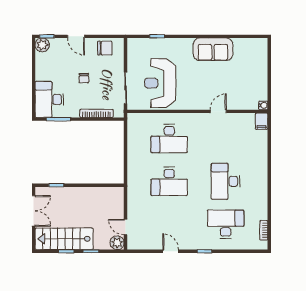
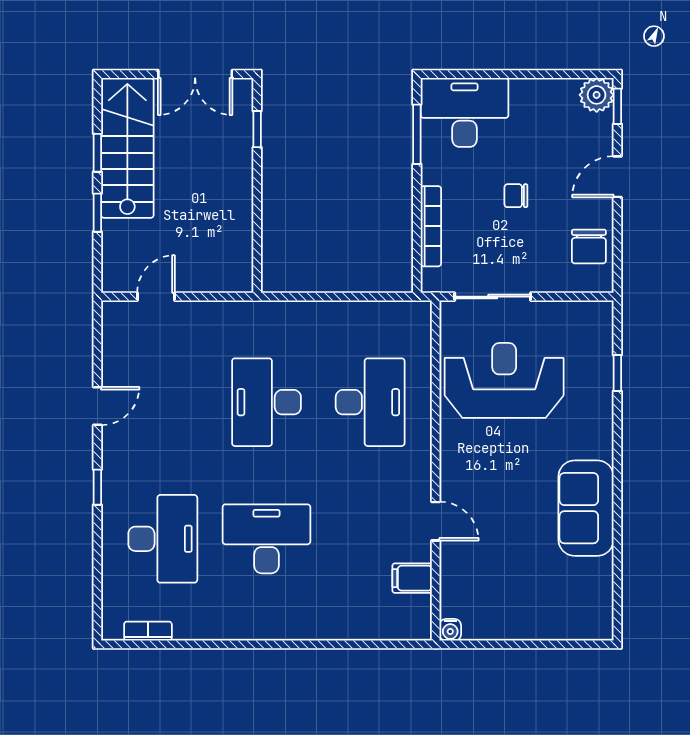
filing cabinet: (262, 121) -> (412, 578), moved
desk: (169, 138) -> (370, 402), turned 180
plant: (117, 243) -> (118, 276), removed

